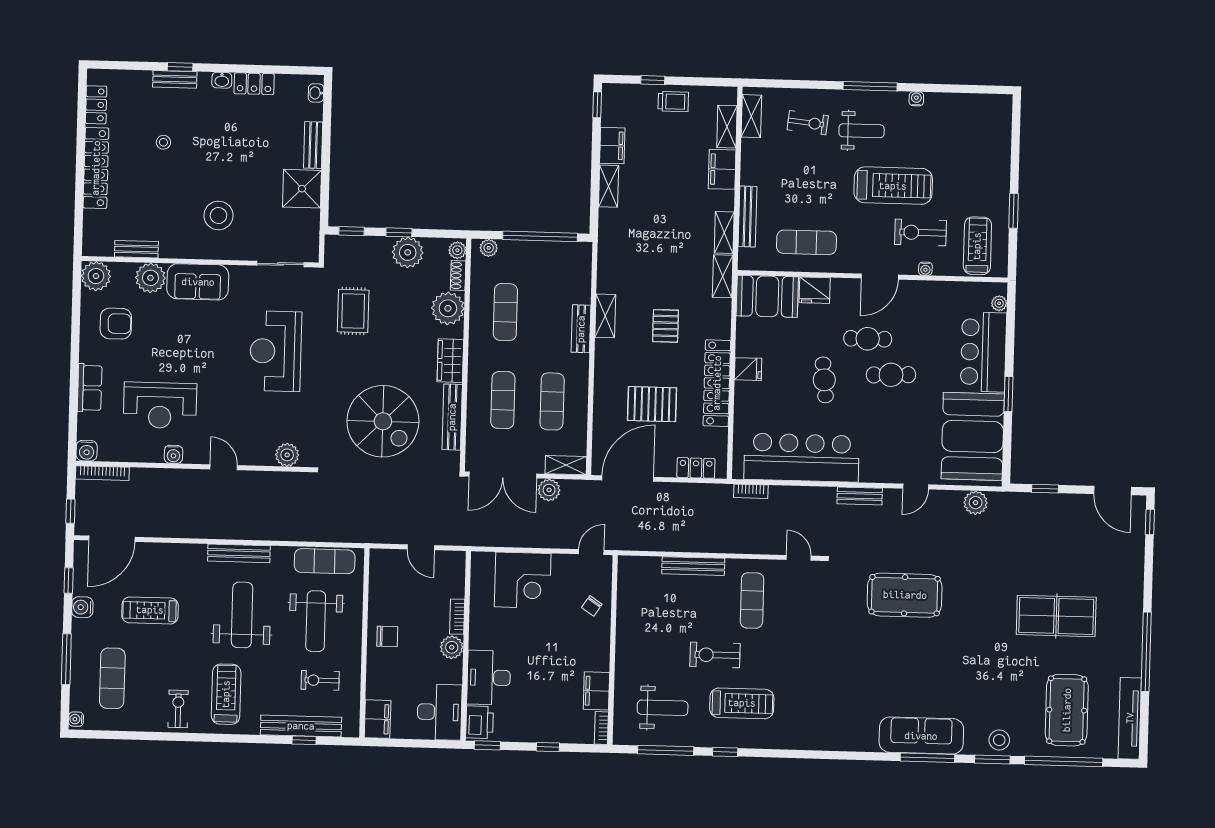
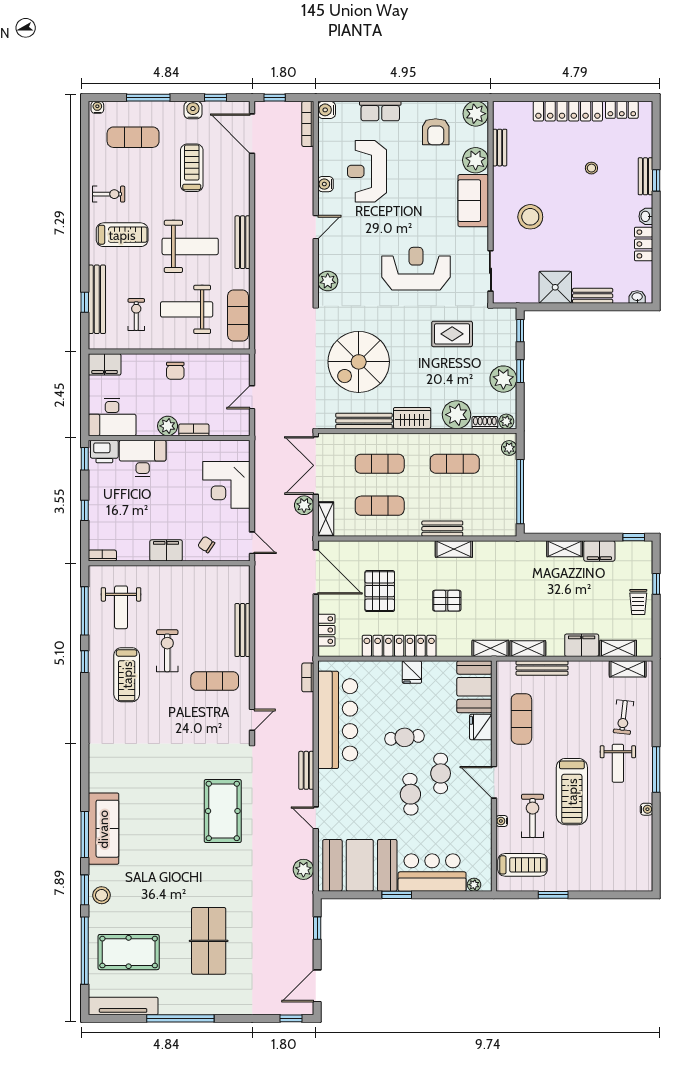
filing cabinet: (596, 691) -> (166, 550), moved

